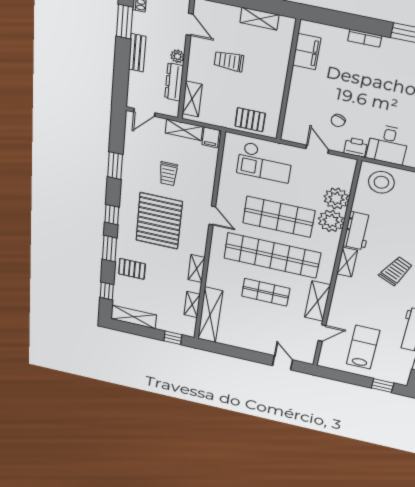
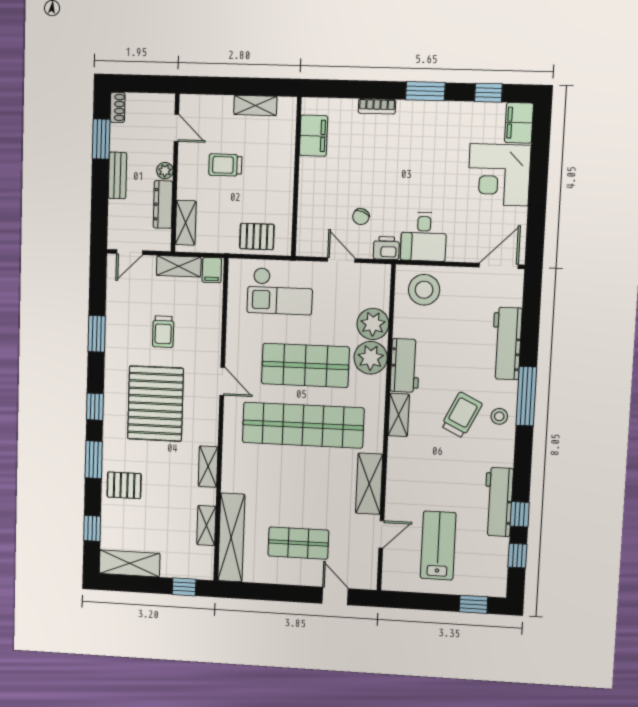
shop shelf: (266, 292) -> (298, 543), moved

